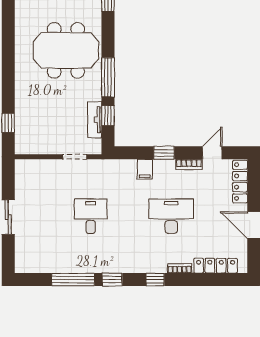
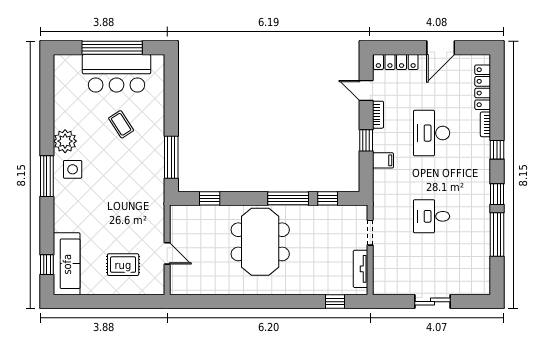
tv unit: (95, 120) -> (361, 269), moved, turned 90

